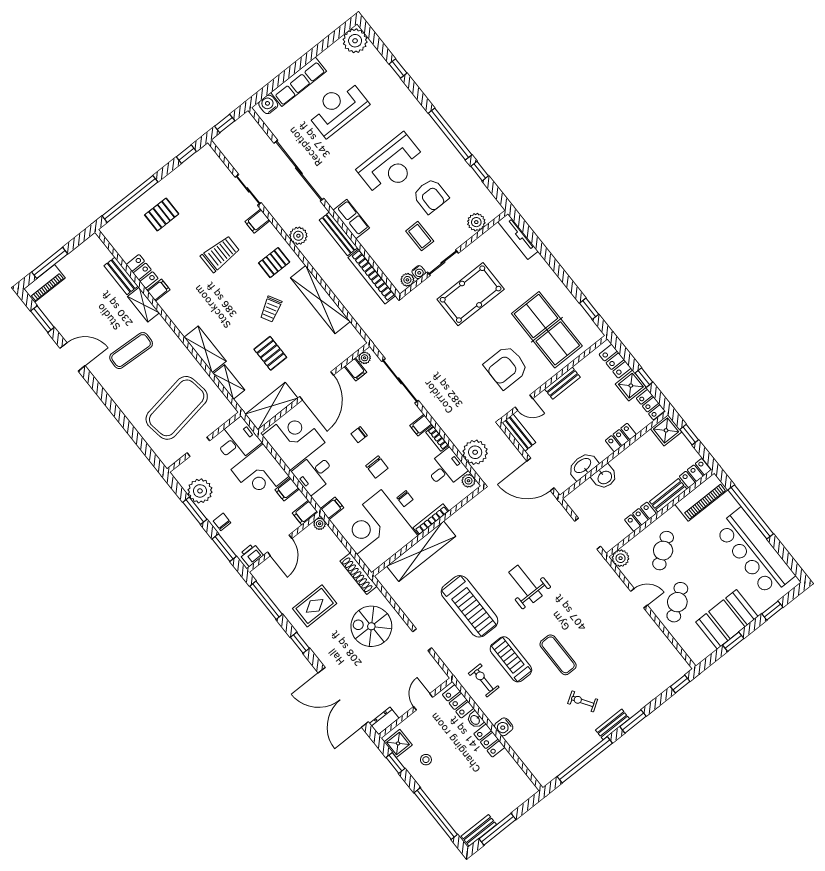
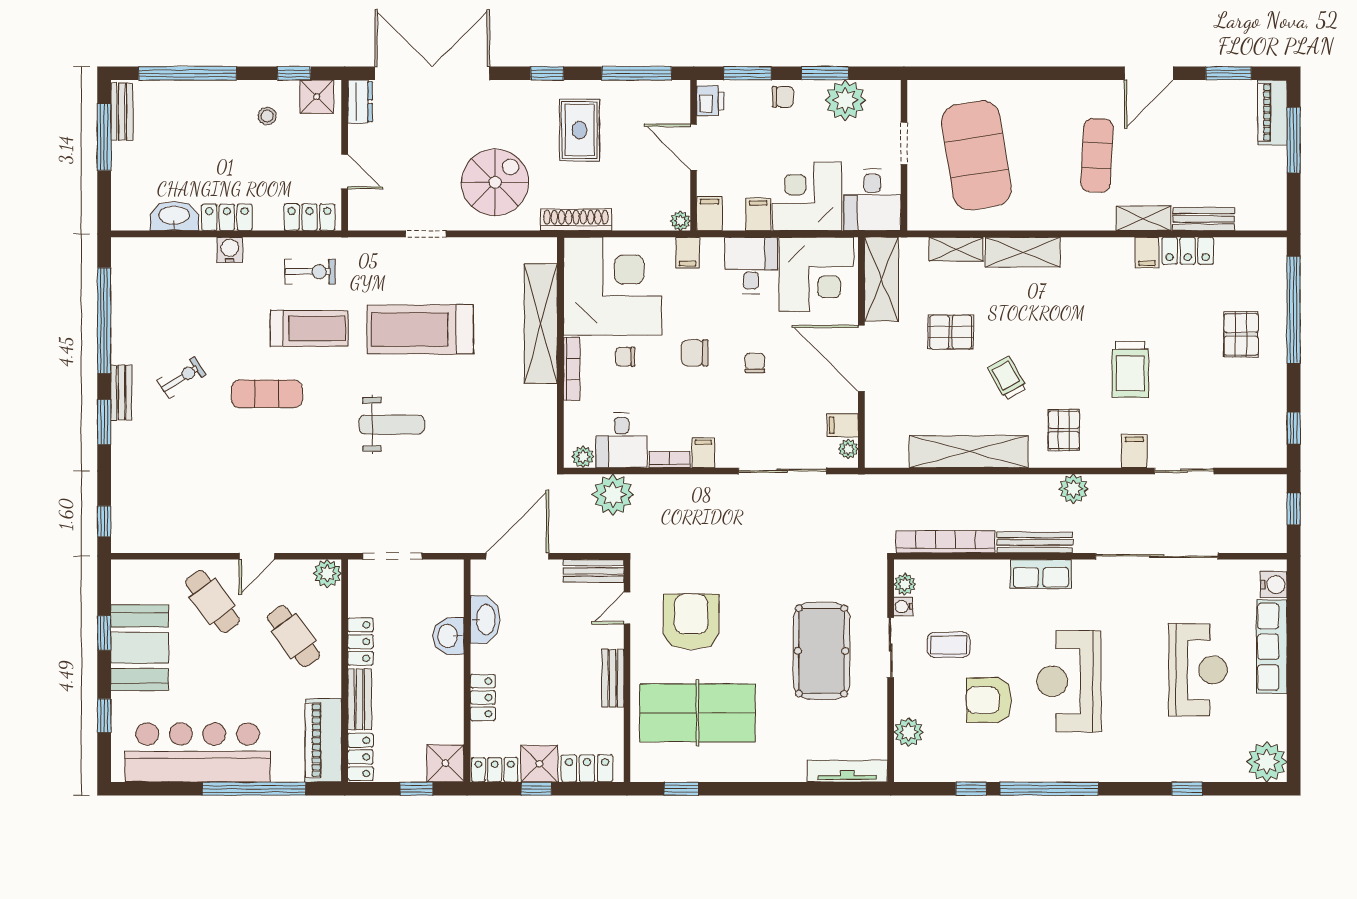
washbasin: (475, 720) -> (174, 216), moved, width x1.91, depth x1.45

